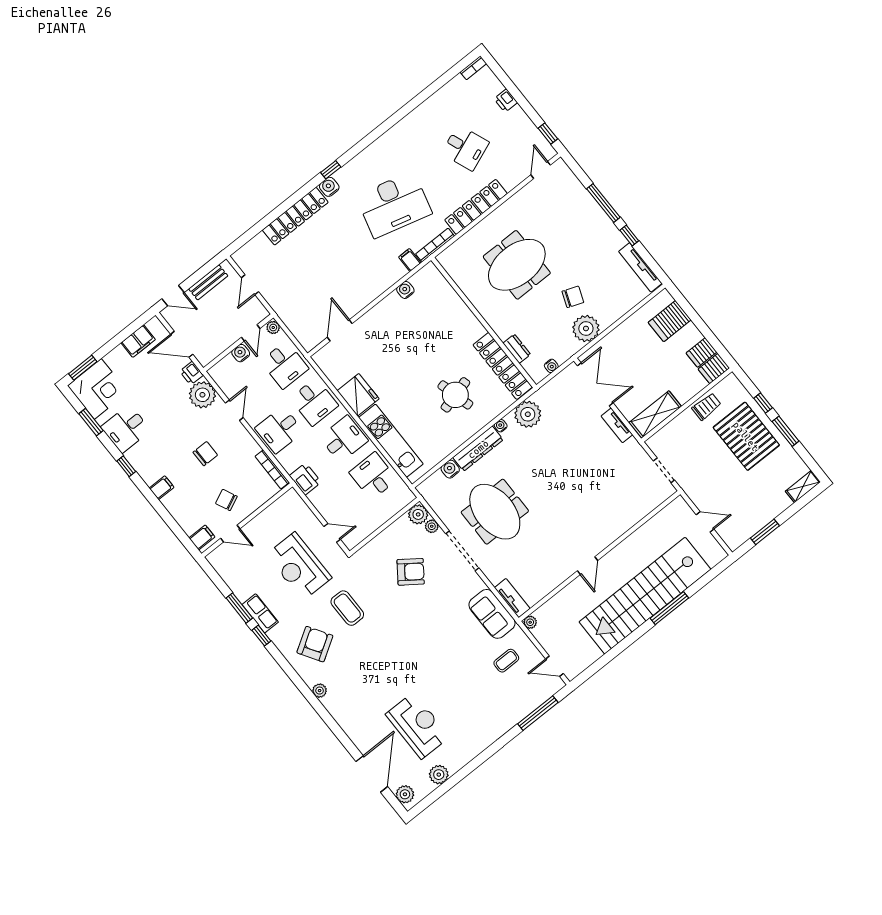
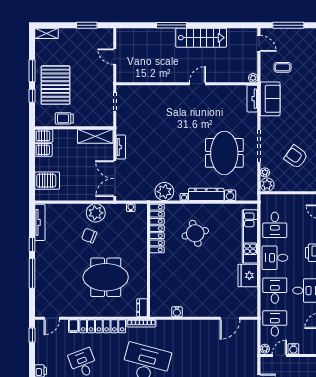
filing cabinet: (410, 260) -> (74, 326), moved
dresser: (517, 349) -> (142, 308), moved
stairs: (645, 596) -> (201, 38), width x0.54, depth x0.66

